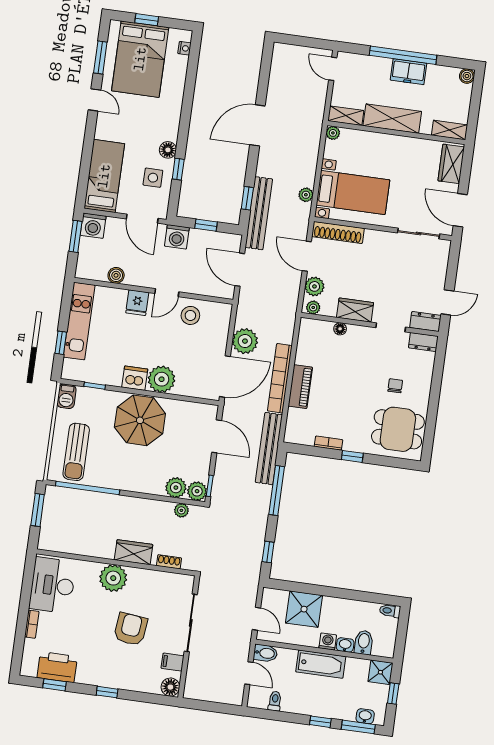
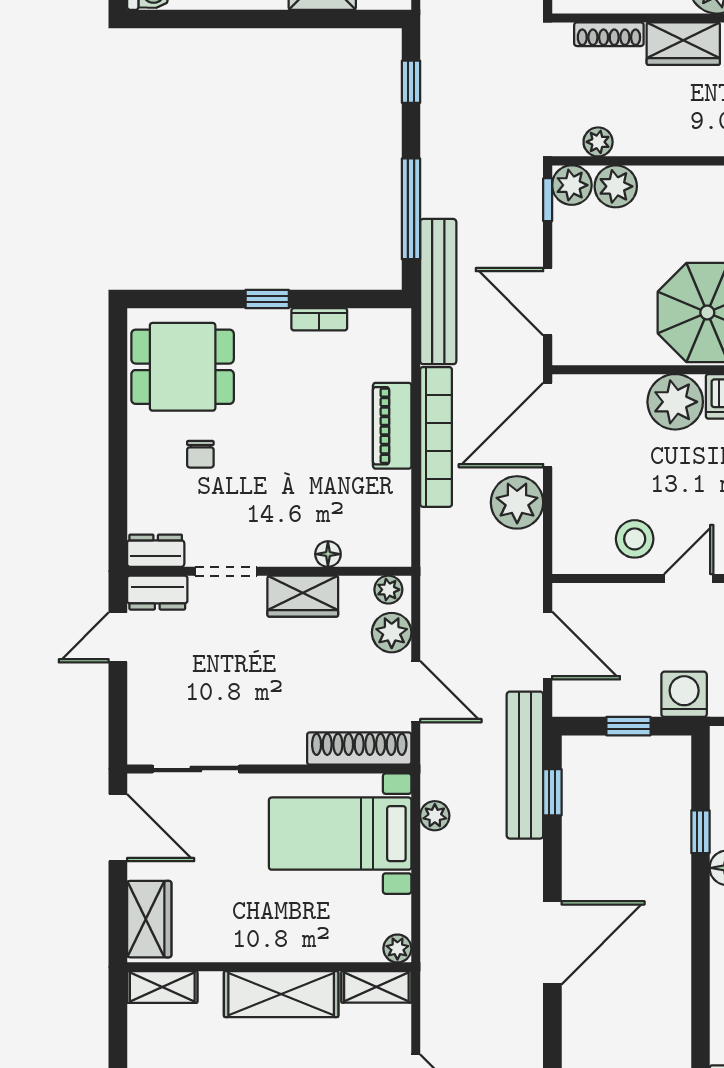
shoe rack: (169, 562) -> (609, 34), width x1.43

